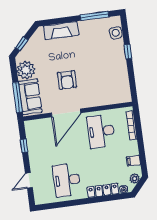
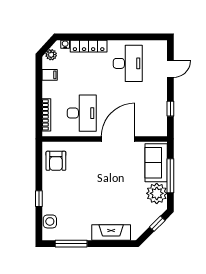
armchair: (67, 80) -> (56, 161), moved, turned 180
window: (17, 97) -> (170, 176), moved

